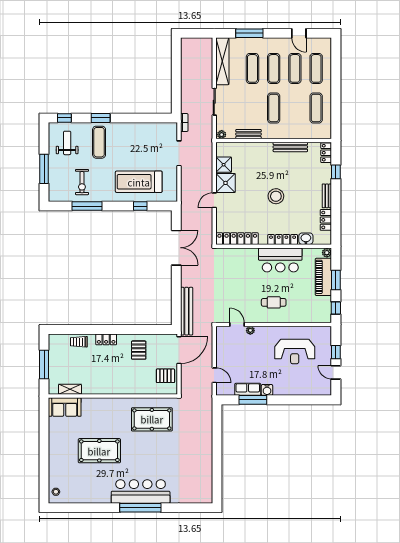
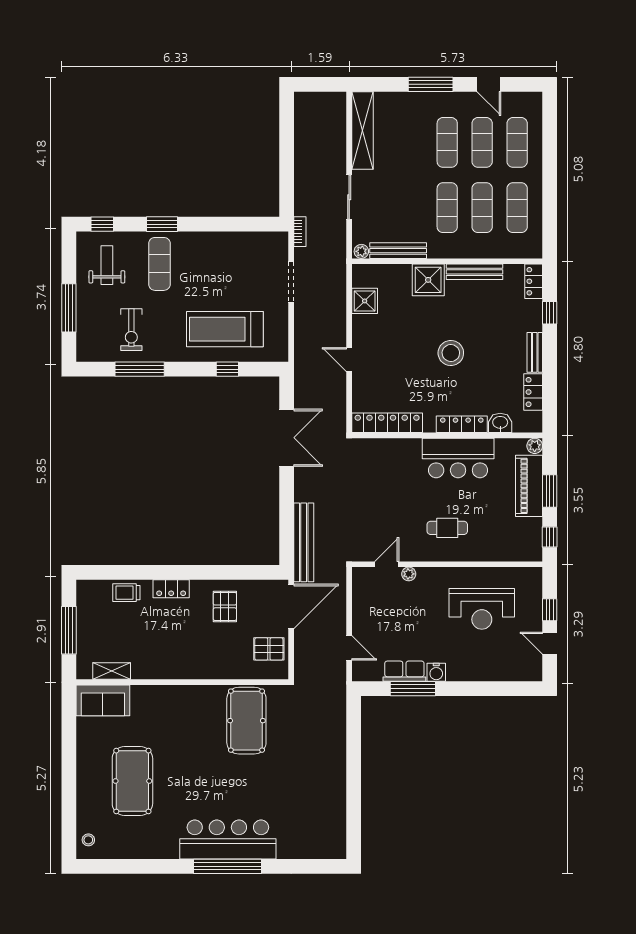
window: (249, 33) -> (431, 84), moved
exercise mat: (252, 68) -> (482, 208), moved
bench: (248, 134) -> (398, 251), width x1.36
shower: (226, 183) -> (428, 280), moved
door: (214, 200) -> (349, 360), hinge flipped
door: (237, 324) -> (387, 564), hinge flipped
pool table: (152, 419) -> (246, 721), turned 90
pool table: (99, 451) -> (132, 781), moved, turned 90

